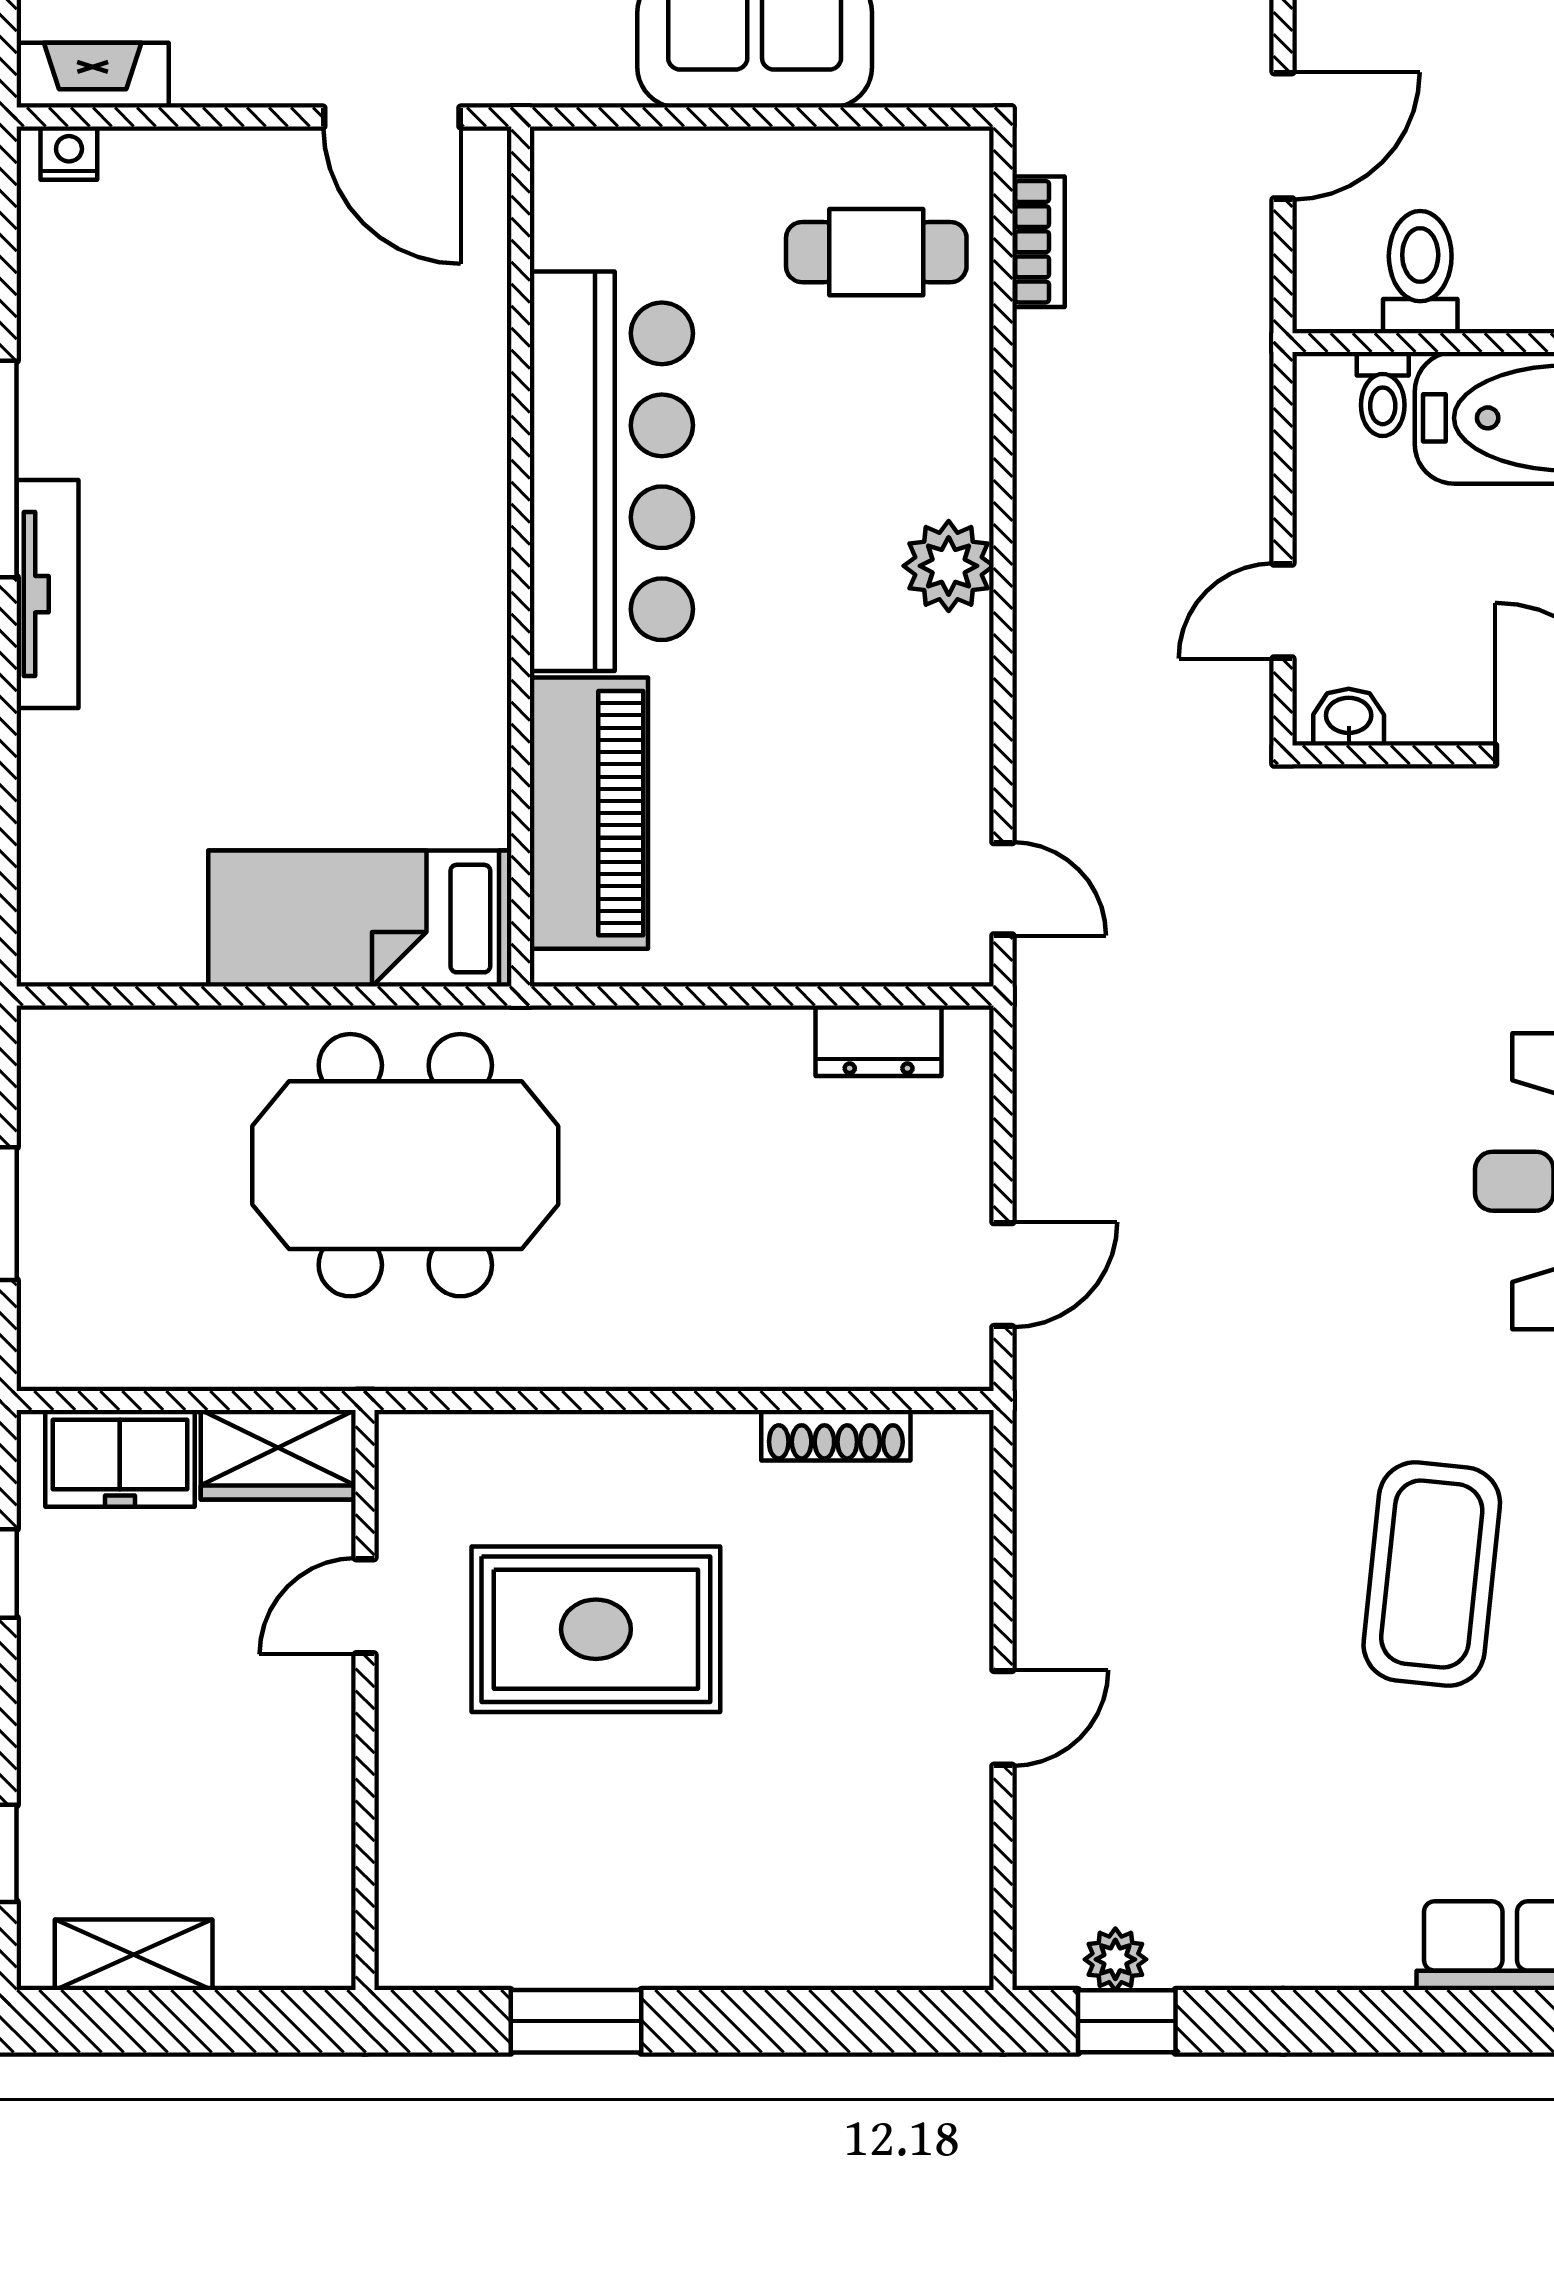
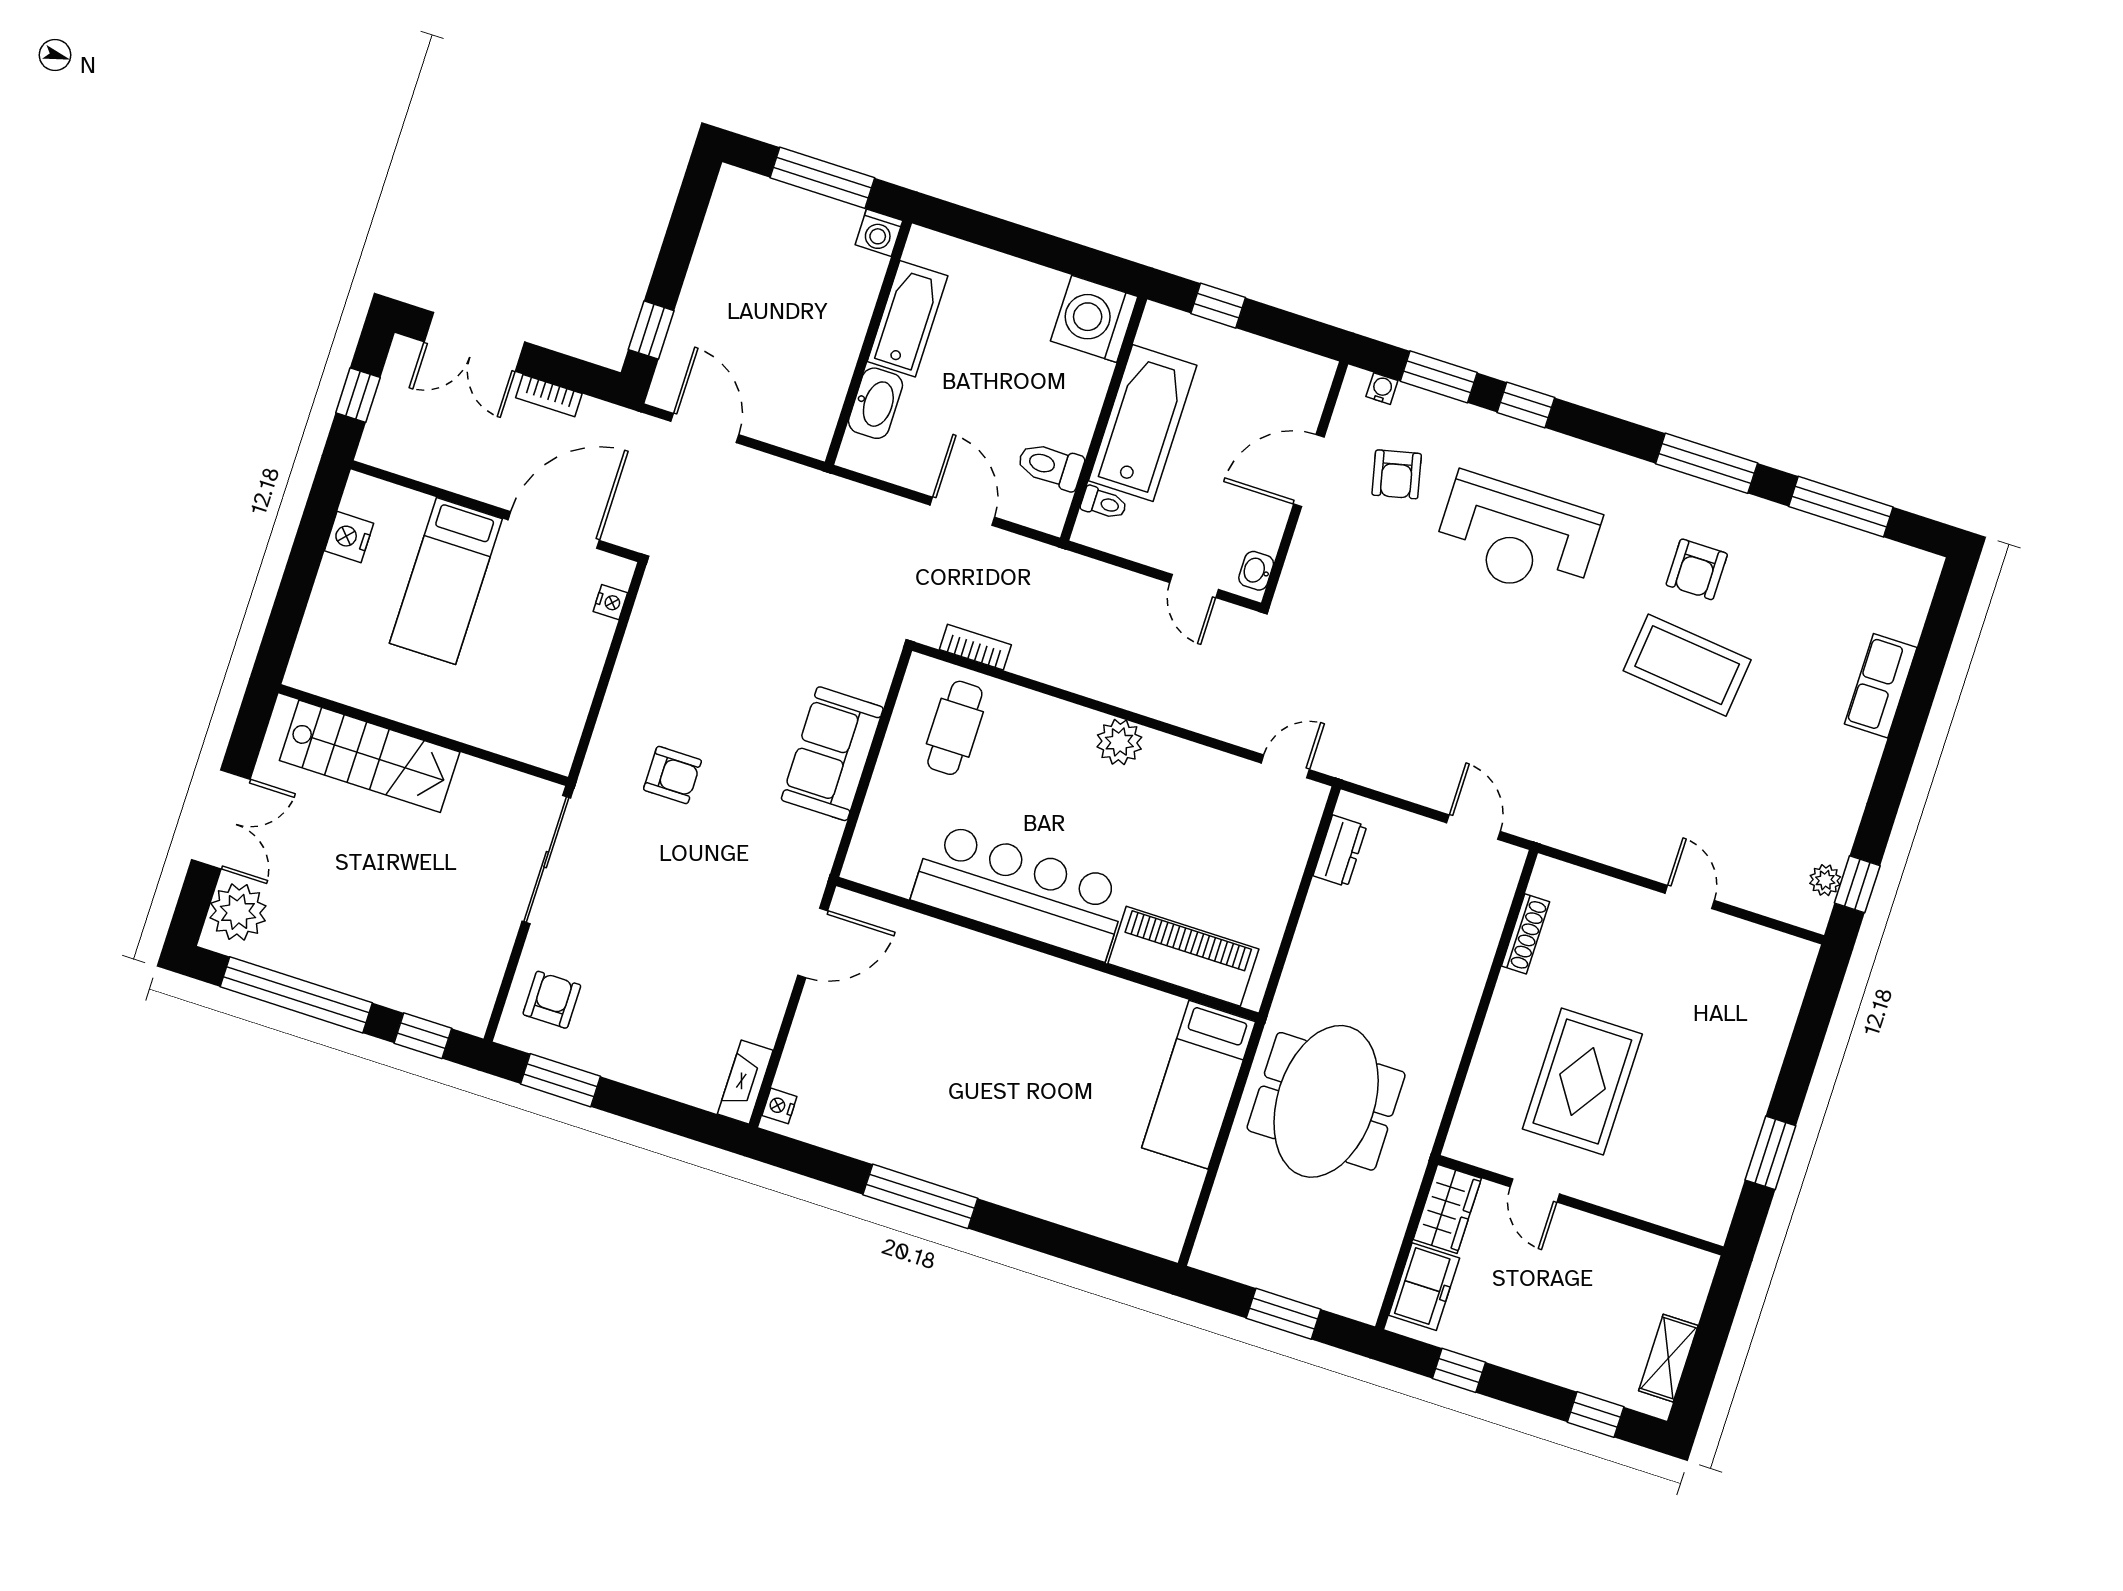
tv unit: (47, 594) -> (991, 1186), removed

